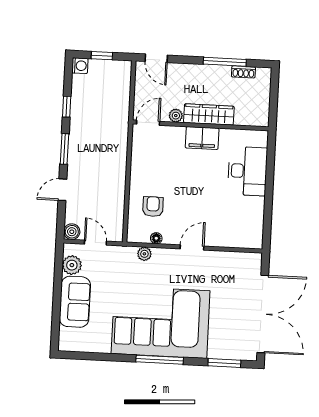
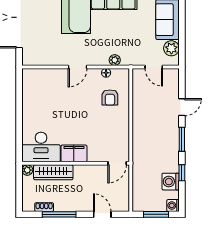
window: (102, 56) -> (156, 214), width x1.50
door: (156, 58) -> (102, 214), moved
washing machine: (81, 96) -> (171, 182), added
wardrobe: (209, 114) -> (53, 172), moved
plant: (176, 116) -> (27, 170), moved
desk: (248, 171) -> (41, 147), moved, turned -90
boiler: (72, 232) -> (173, 75), removed

